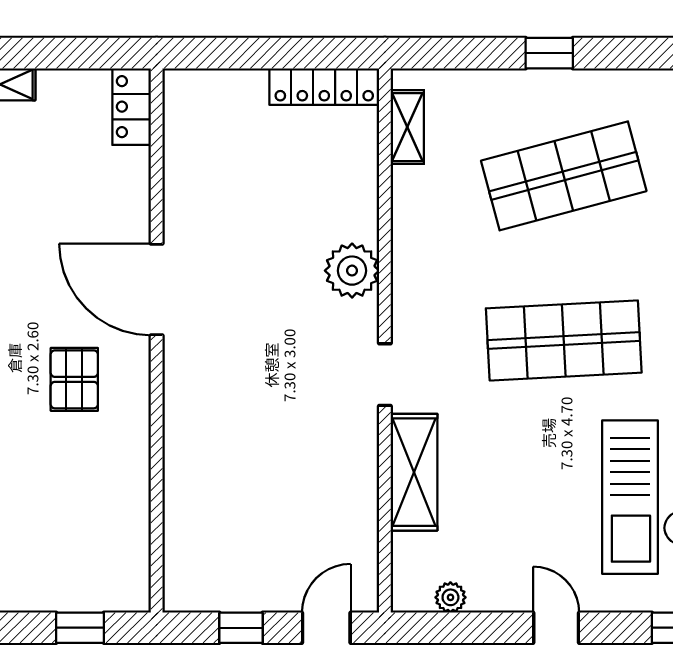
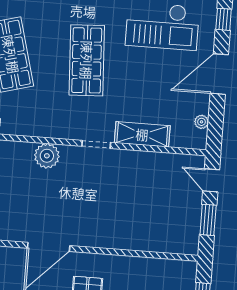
window: (241, 628) -> (208, 220), width x1.50
door: (556, 628) -> (219, 74), width x1.87

